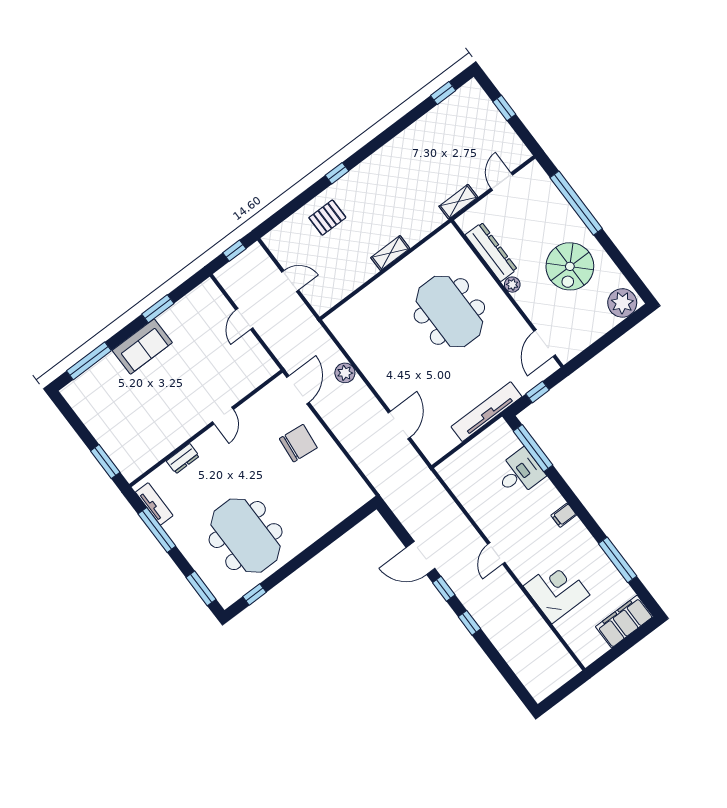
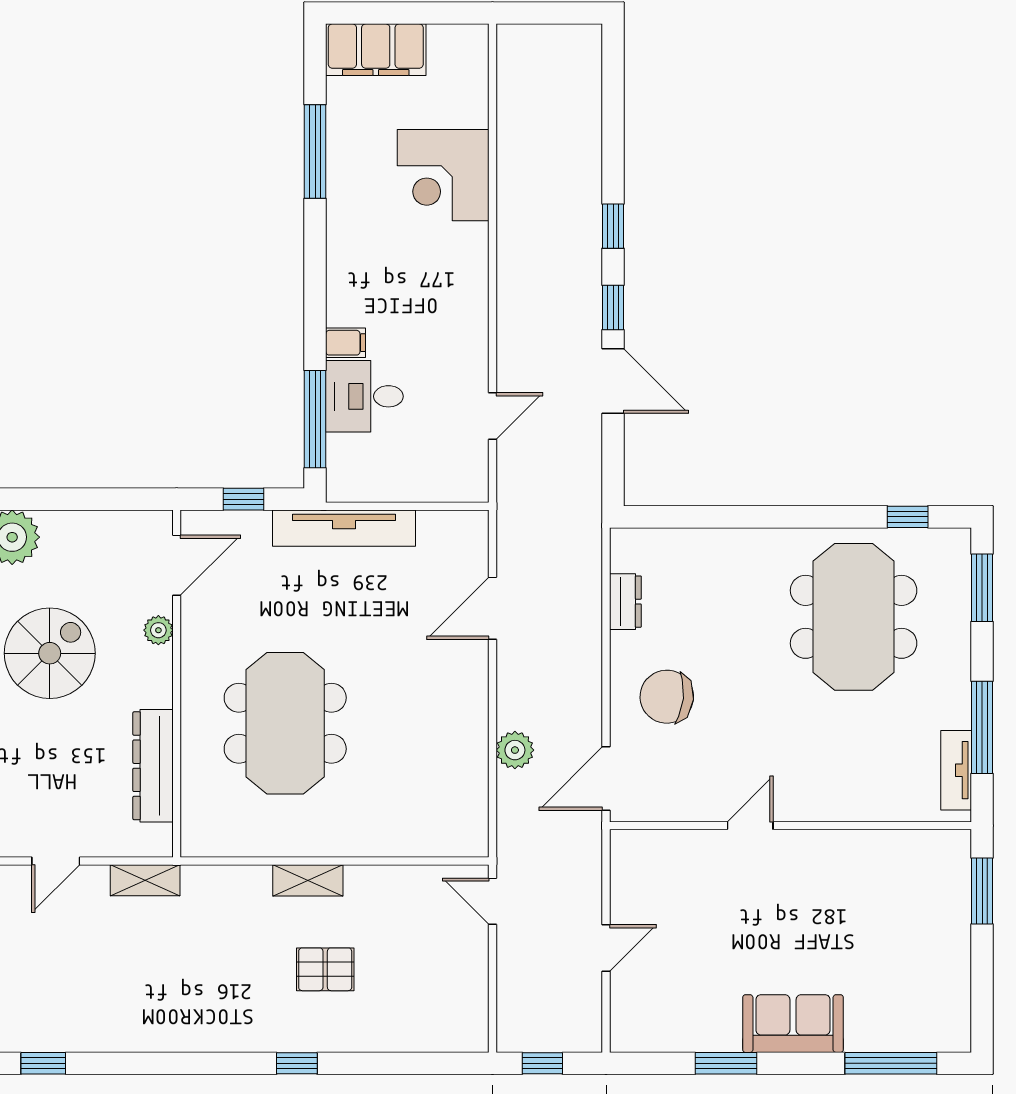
pallet: (327, 218) -> (325, 969), moved
door: (290, 281) -> (492, 901), moved
plant: (512, 285) -> (158, 630), moved
dresser: (183, 459) -> (625, 602), moved, turned 90
filing cabinet: (564, 515) -> (346, 343), moved
door: (496, 553) -> (492, 416), moved

